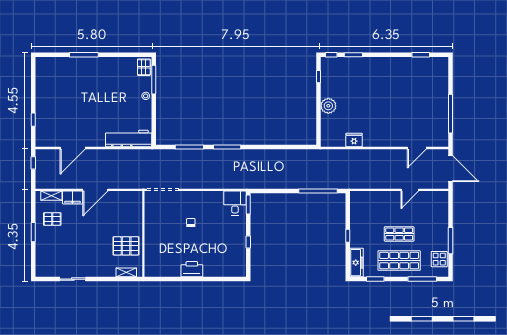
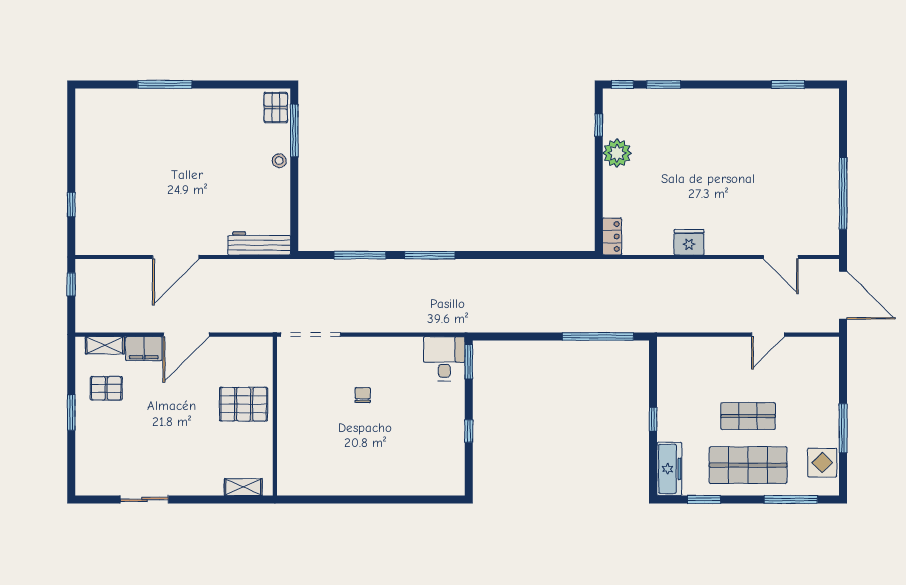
plant: (328, 106) -> (617, 153), moved
locker: (326, 137) -> (612, 236), added
workbench: (129, 139) -> (259, 243), width x0.73, depth x0.76
fridge: (354, 140) -> (689, 242), moved
door: (73, 148) -> (176, 257), moved
door: (417, 148) -> (781, 257), hinge flipped
pallet: (126, 246) -> (244, 404), moved
printer: (192, 269) -> (365, 481), removed

